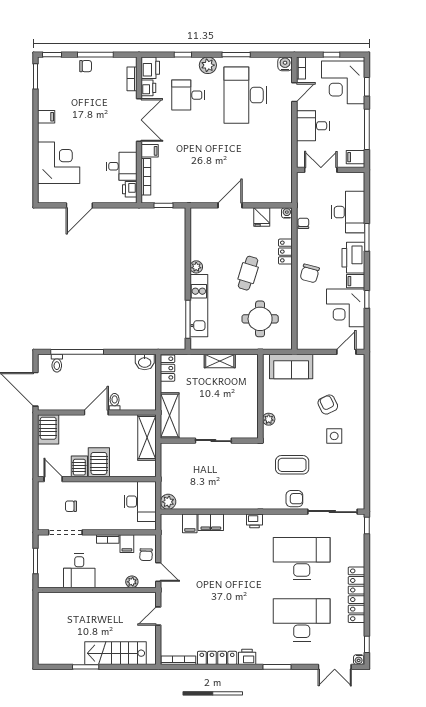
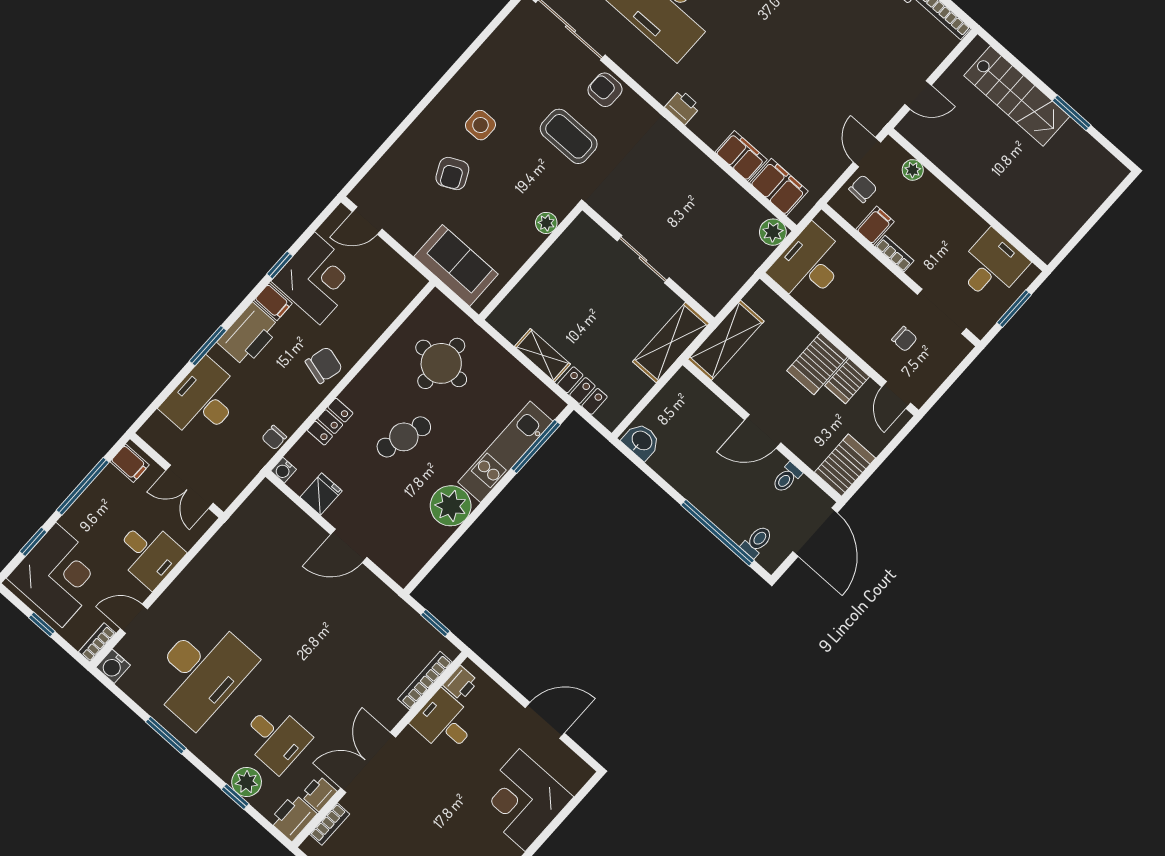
plant: (208, 65) -> (247, 782), moved
filing cabinet: (150, 151) -> (390, 710), removed
plant: (196, 267) -> (451, 506), width x1.87, depth x1.87
locker: (168, 368) -> (582, 391), moved, turned 90
toilet: (115, 402) -> (787, 478), moved
filing cabinet: (190, 523) -> (779, 187), width x2.00
desk: (79, 571) -> (992, 266), moved

